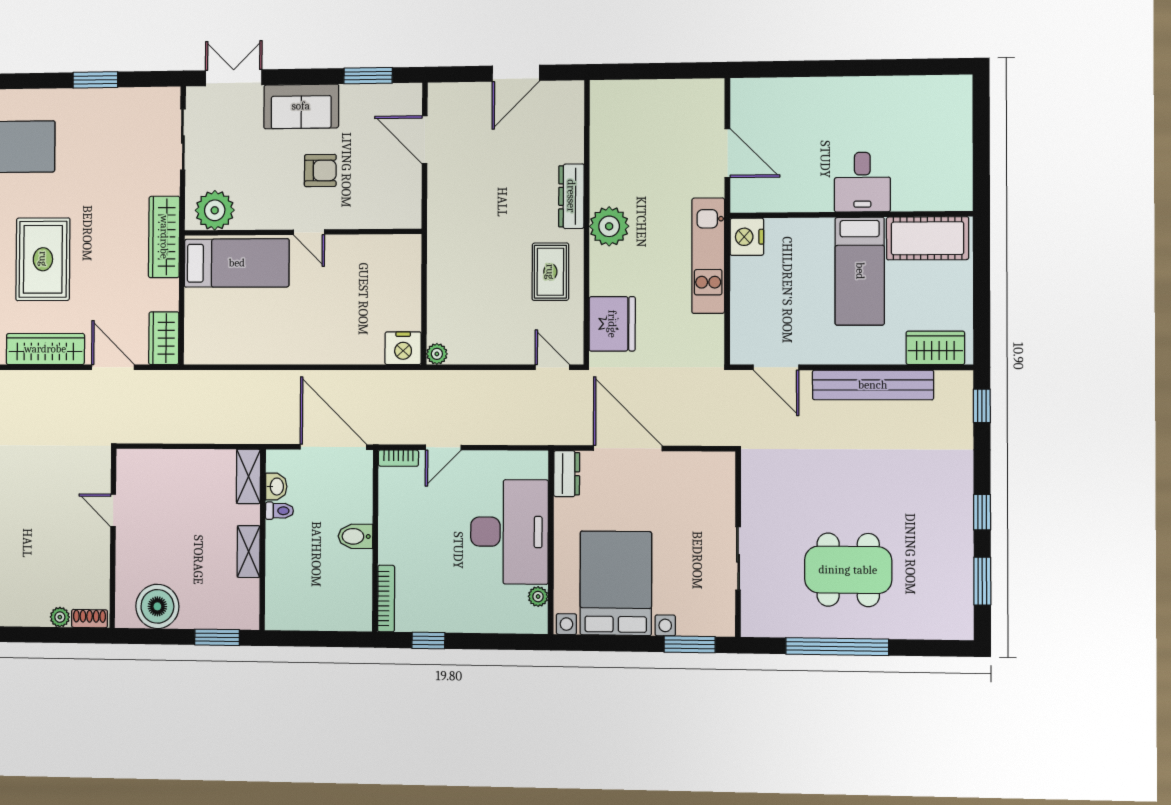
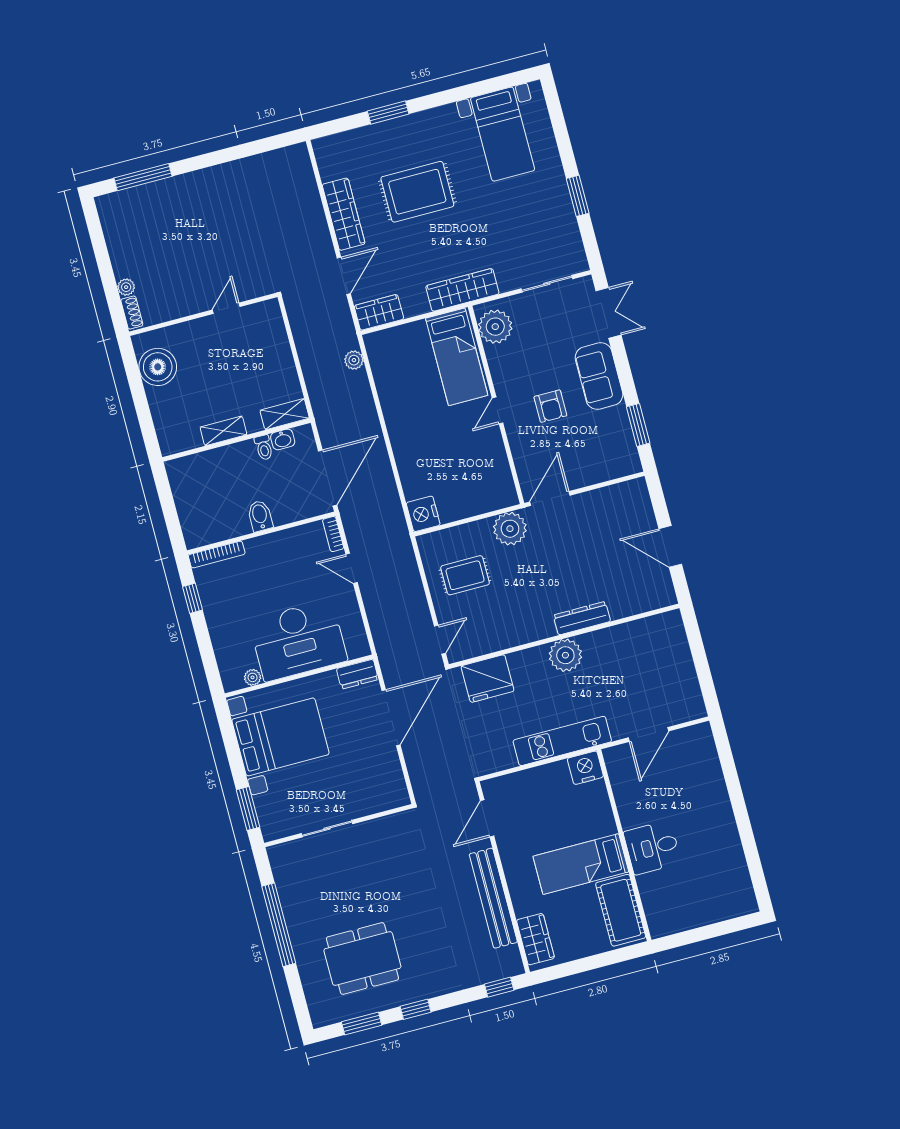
door: (425, 140) -> (550, 499), moved
rug: (550, 272) -> (465, 575), moved
plant: (437, 354) -> (510, 529), moved, width x1.87, depth x1.87
plant: (209, 381) -> (354, 360), added
dining table: (848, 570) -> (362, 958), moved, turned 90
window: (217, 637) -> (146, 424), removed

